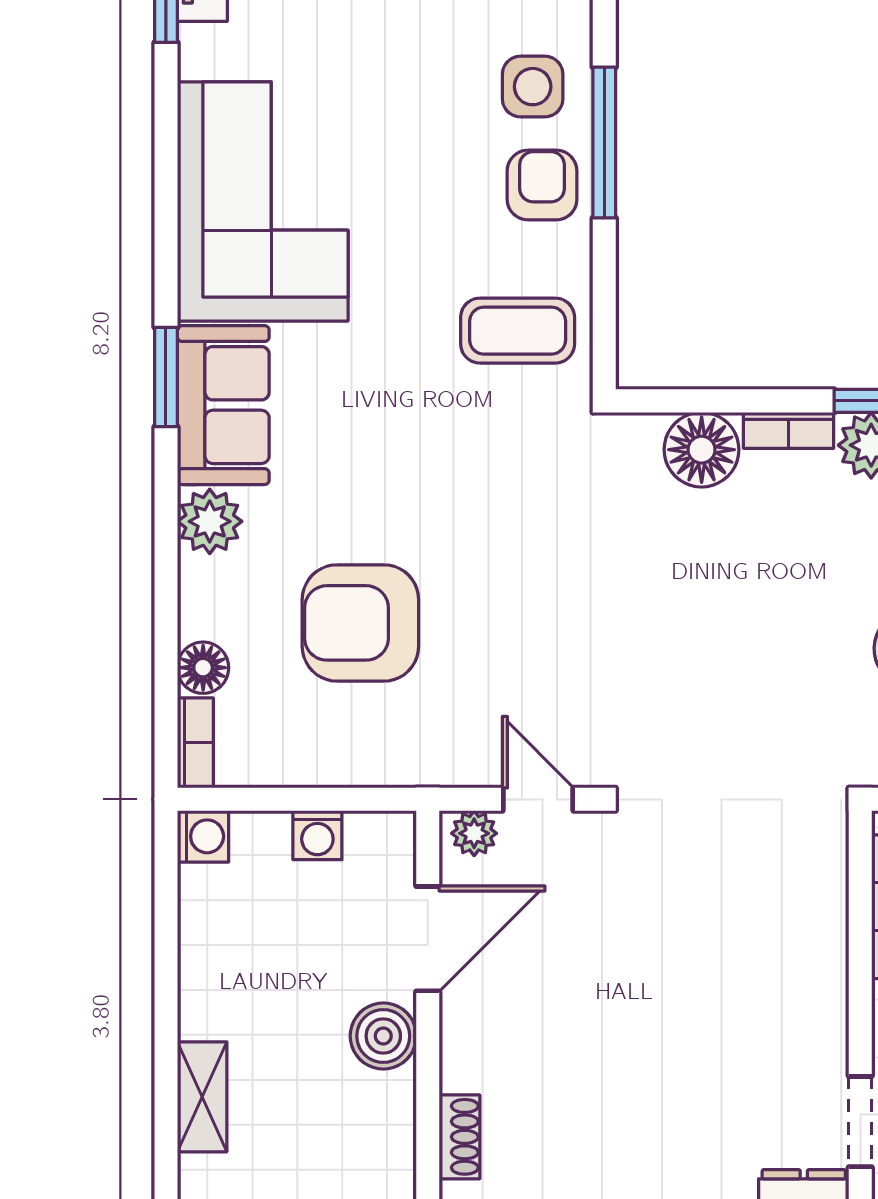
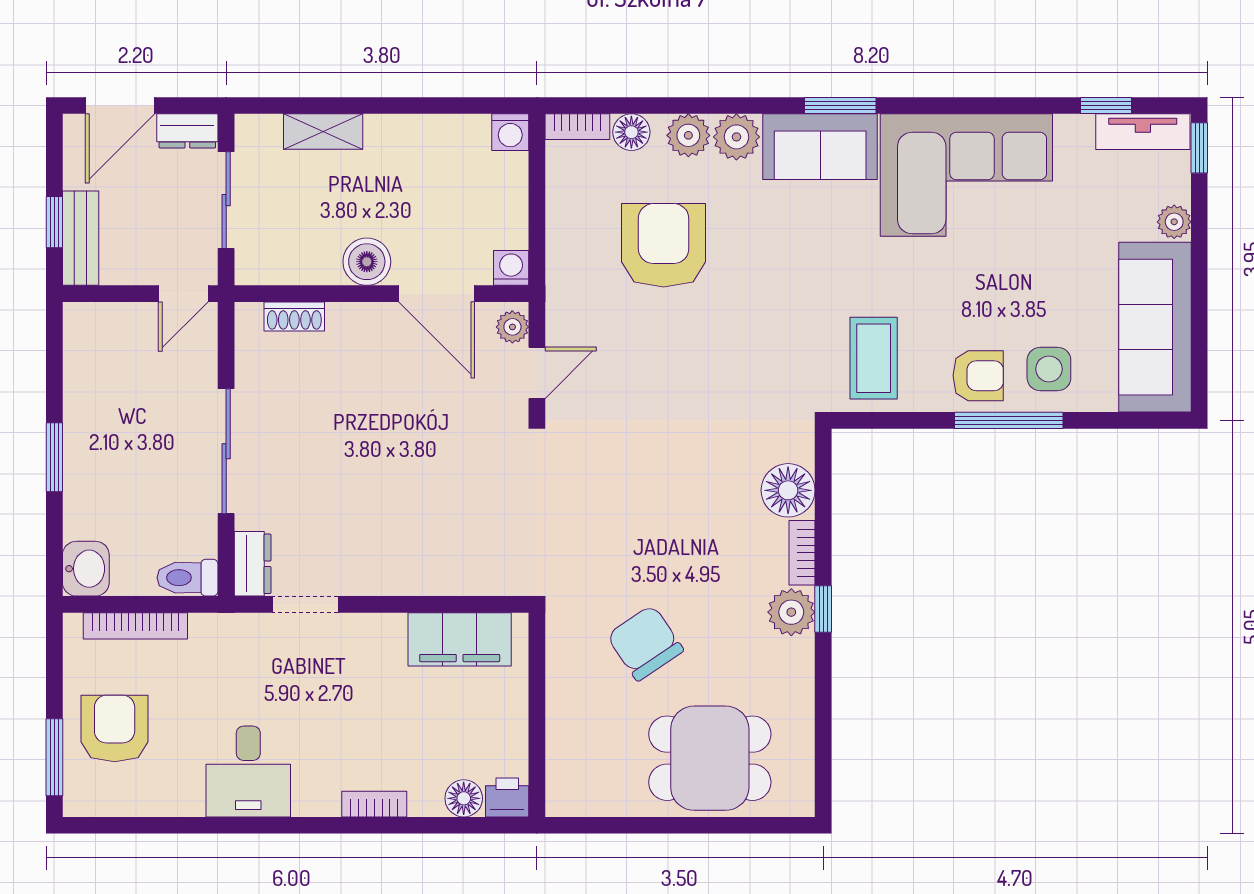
plant: (207, 588) -> (688, 135), added
washing machine: (317, 835) -> (511, 268), moved, turned 90

